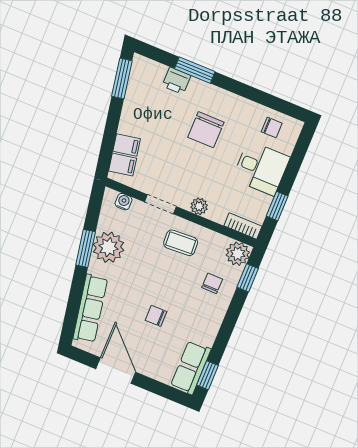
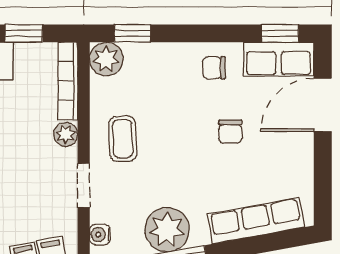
bookcase: (243, 226) -> (68, 81), width x1.56
chair: (212, 283) -> (214, 68), moved
door: (116, 371) -> (323, 105), moved

